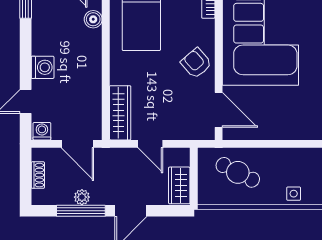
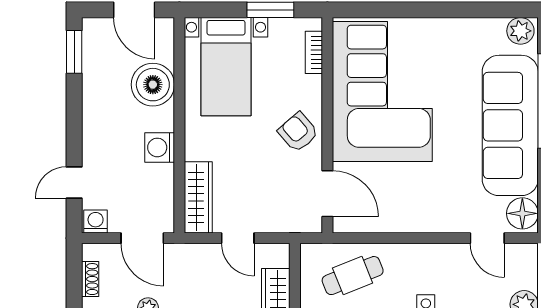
boiler: (93, 19) -> (153, 85), width x1.86, depth x1.86
washing machine: (43, 67) -> (160, 147), moved, turned 180
cafe table: (238, 172) -> (353, 276), turned -49

